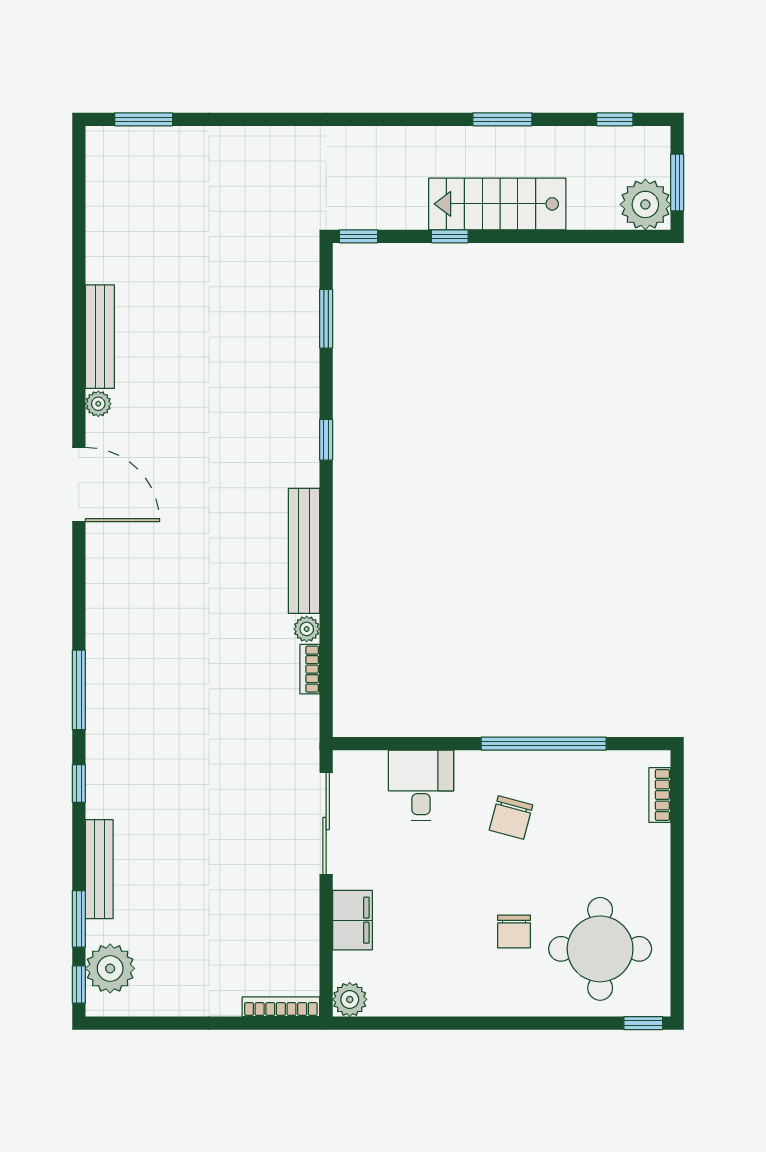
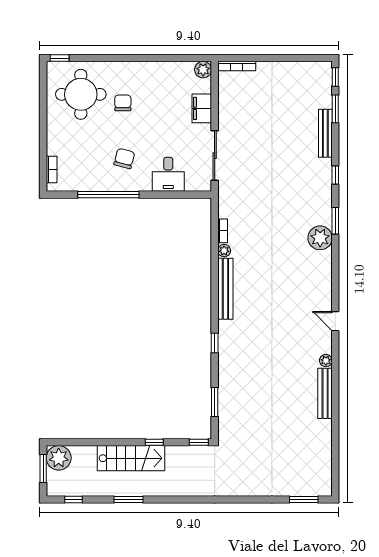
door: (79, 484) -> (335, 321), width x0.53
window: (79, 690) -> (335, 221), width x0.69
plant: (110, 968) -> (320, 238), moved

